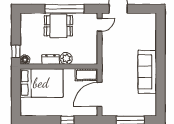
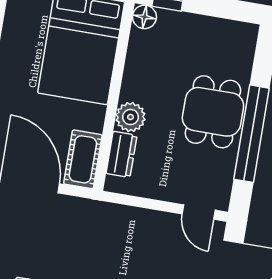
dresser: (50, 60) -> (121, 154), moved

